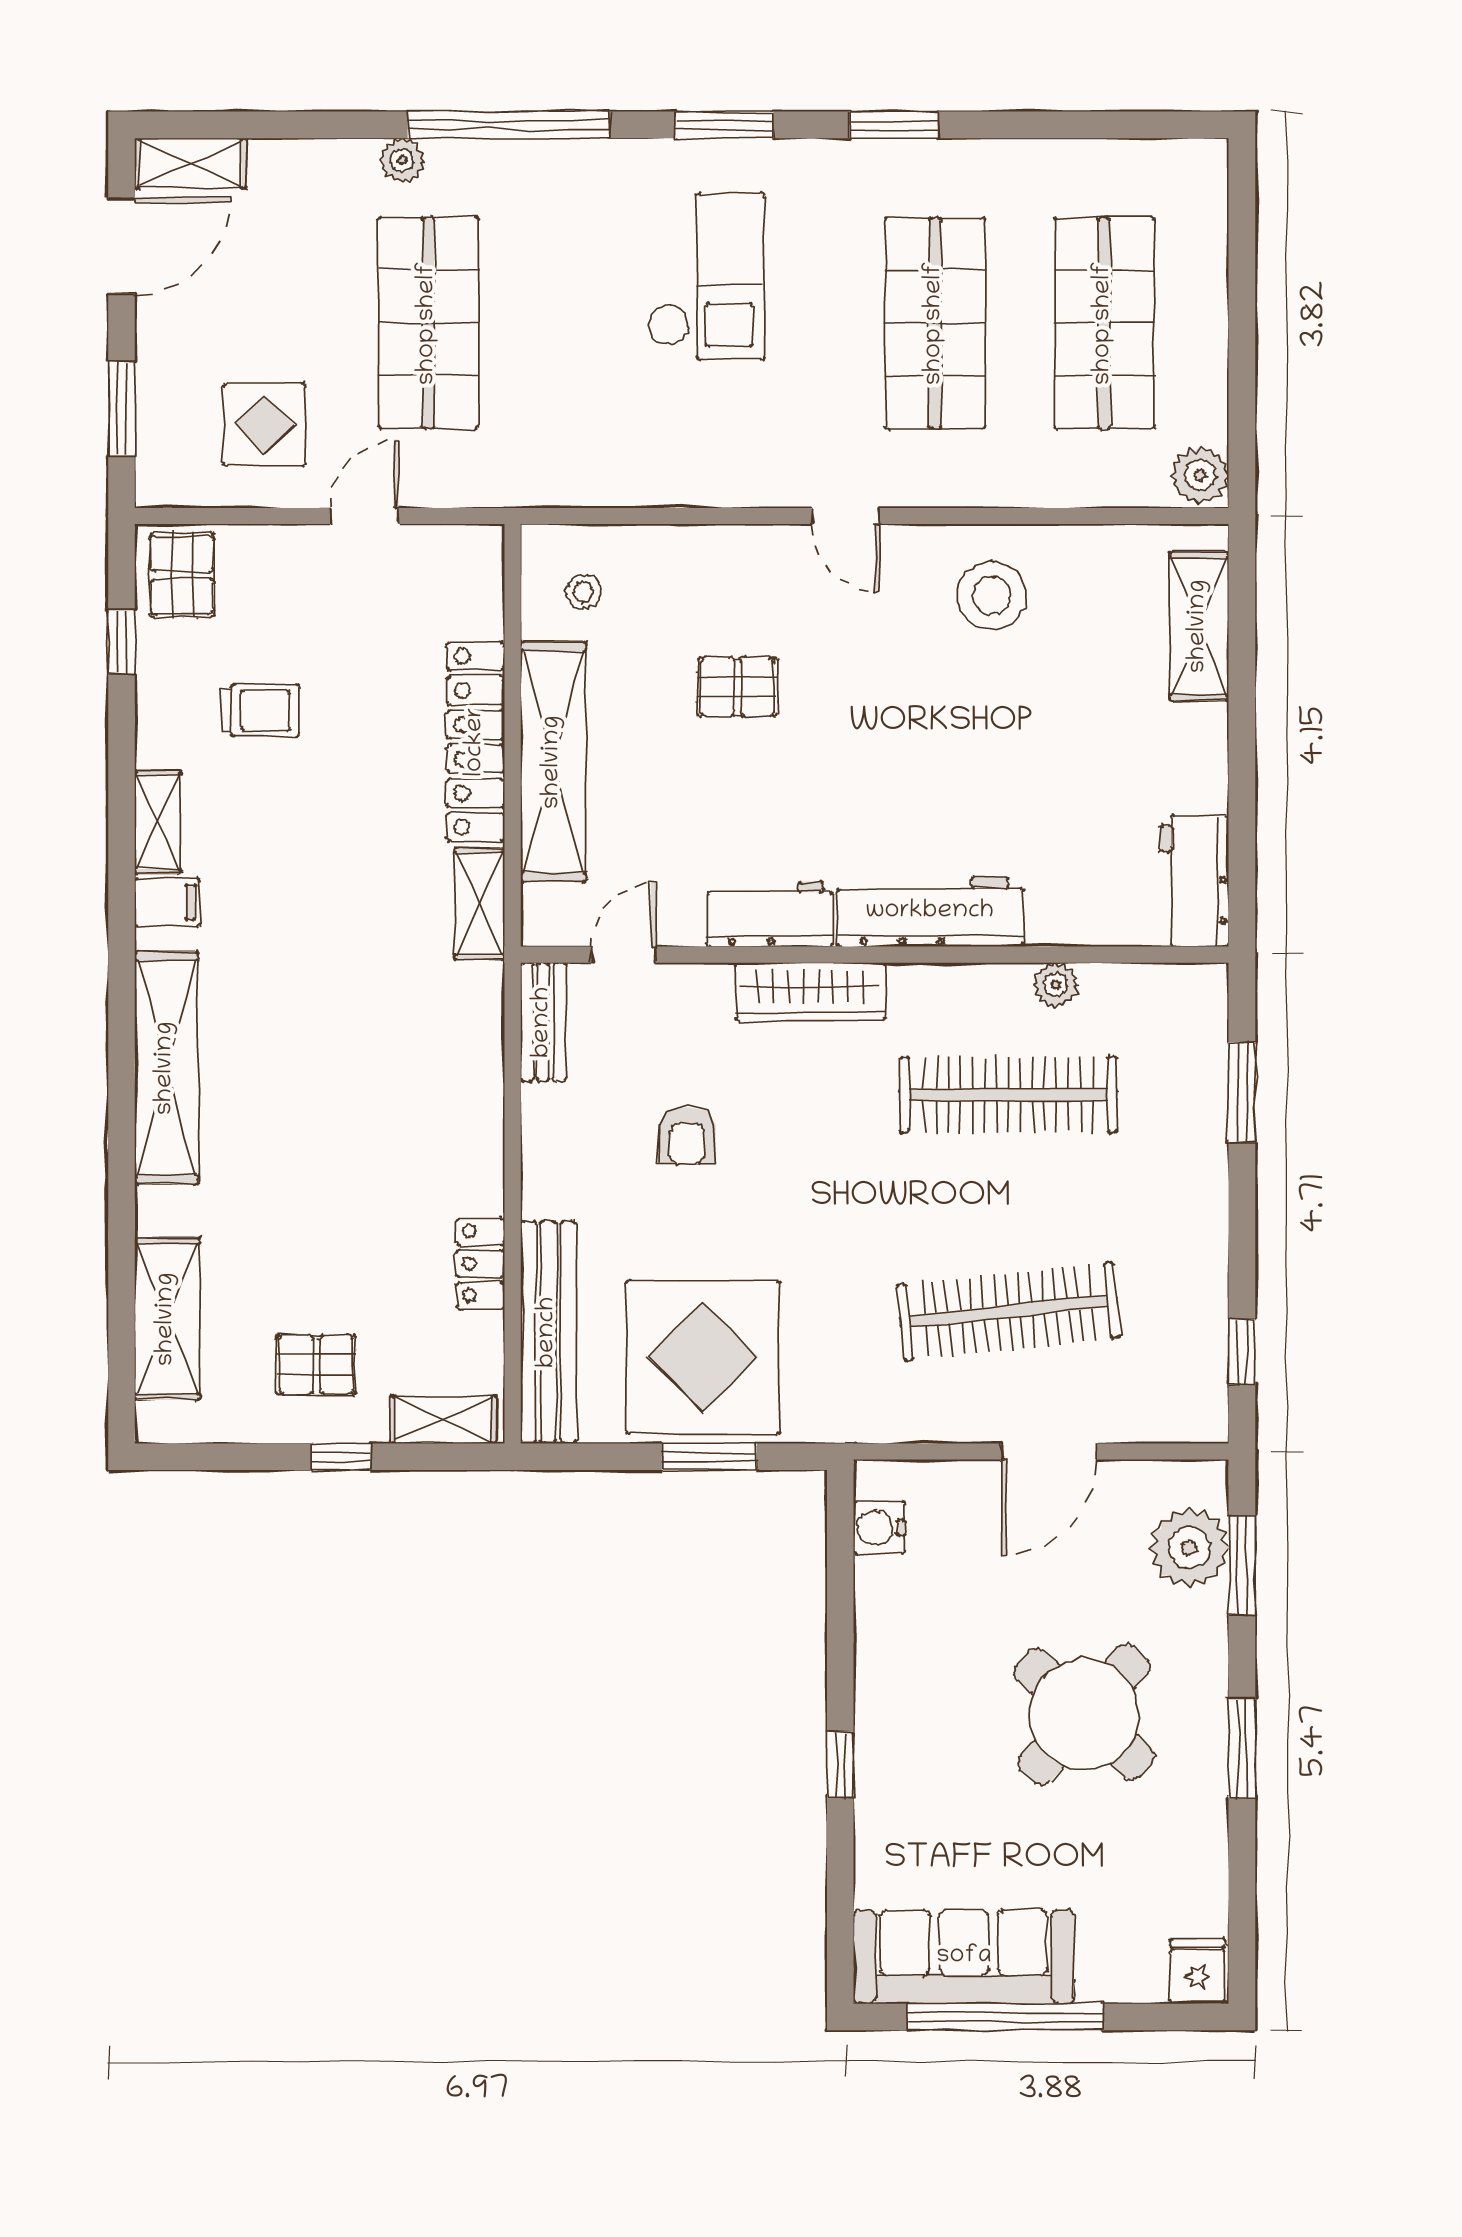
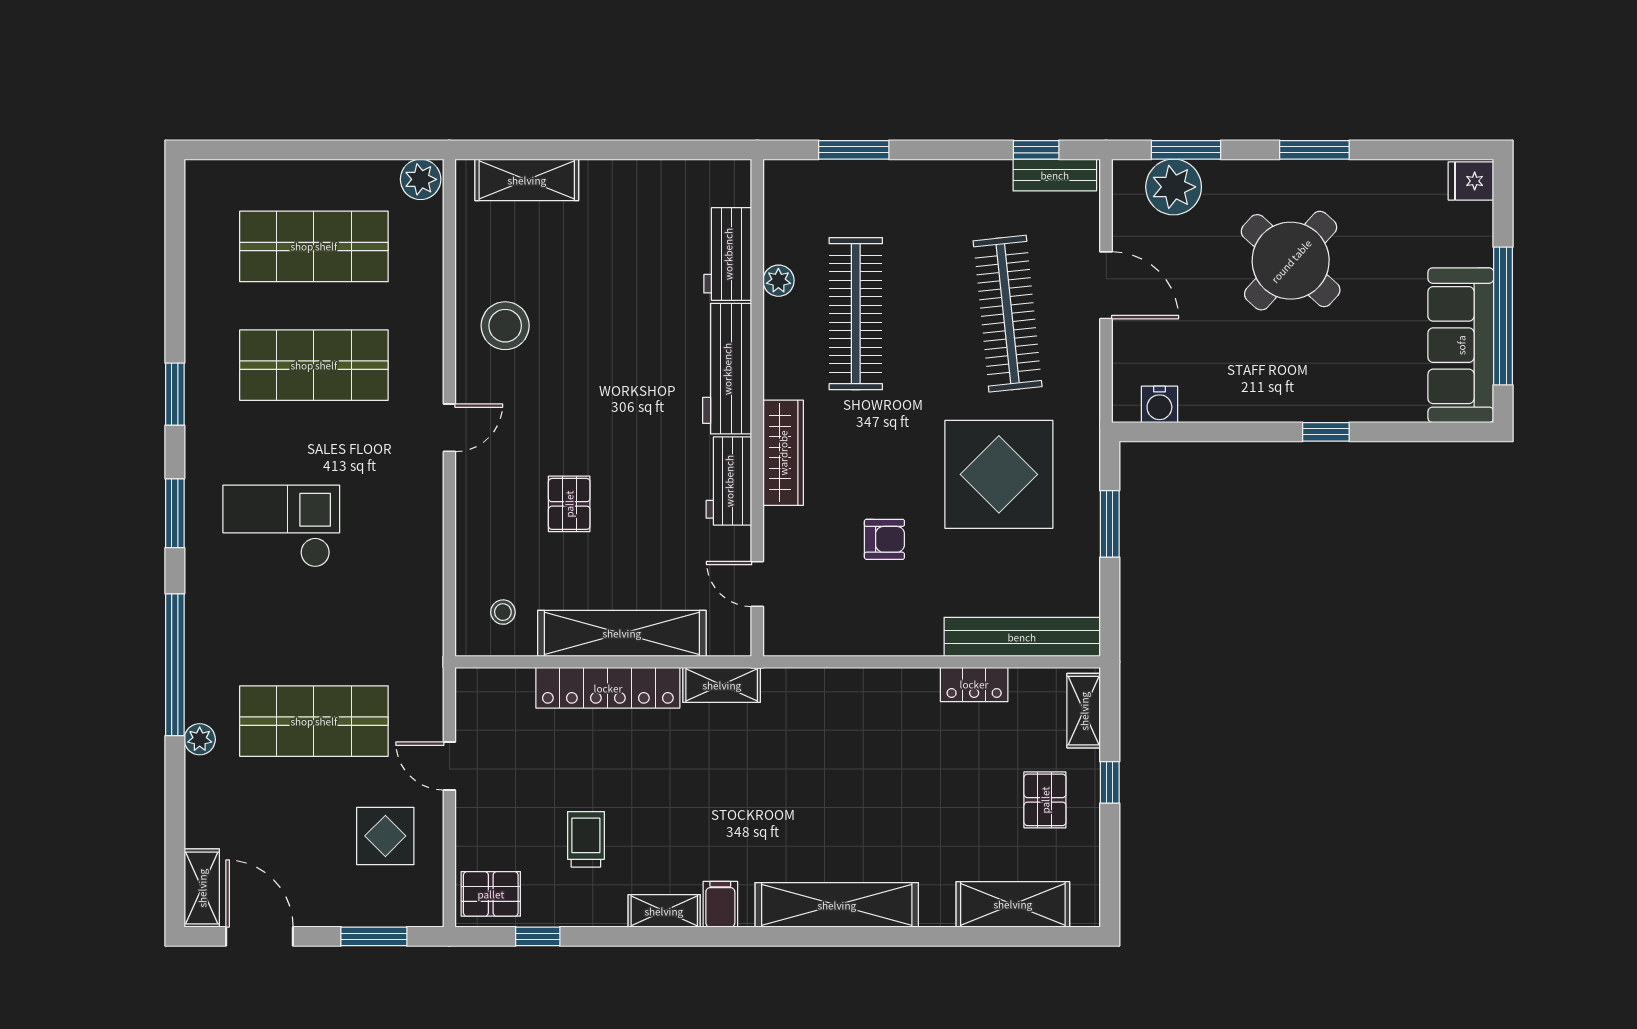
workbench: (1195, 881) -> (728, 254), moved, turned 90
bench: (543, 1022) -> (1055, 175), moved
display table: (703, 1357) -> (999, 474), moved

